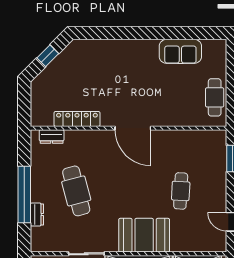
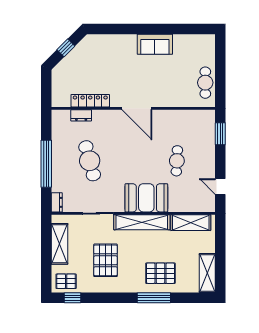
sofa: (180, 51) -> (155, 44), moved
dresser: (52, 137) -> (81, 115), moved
dresser: (37, 214) -> (57, 202), moved

